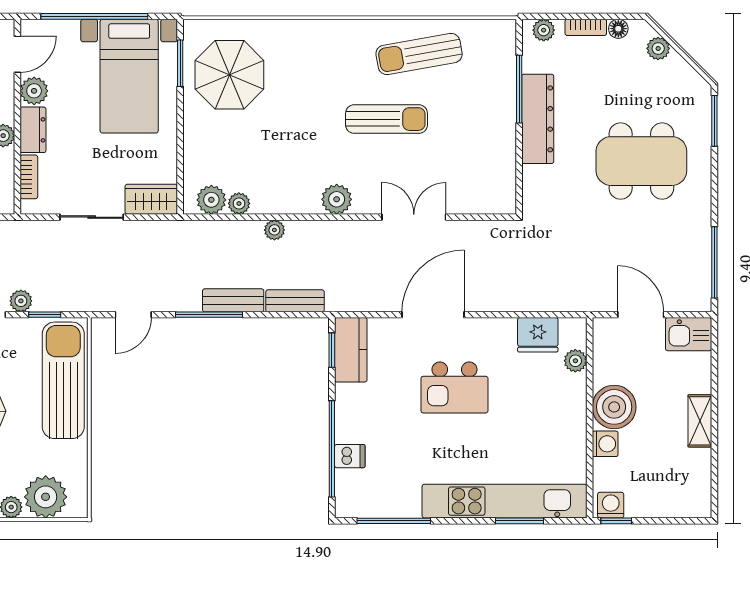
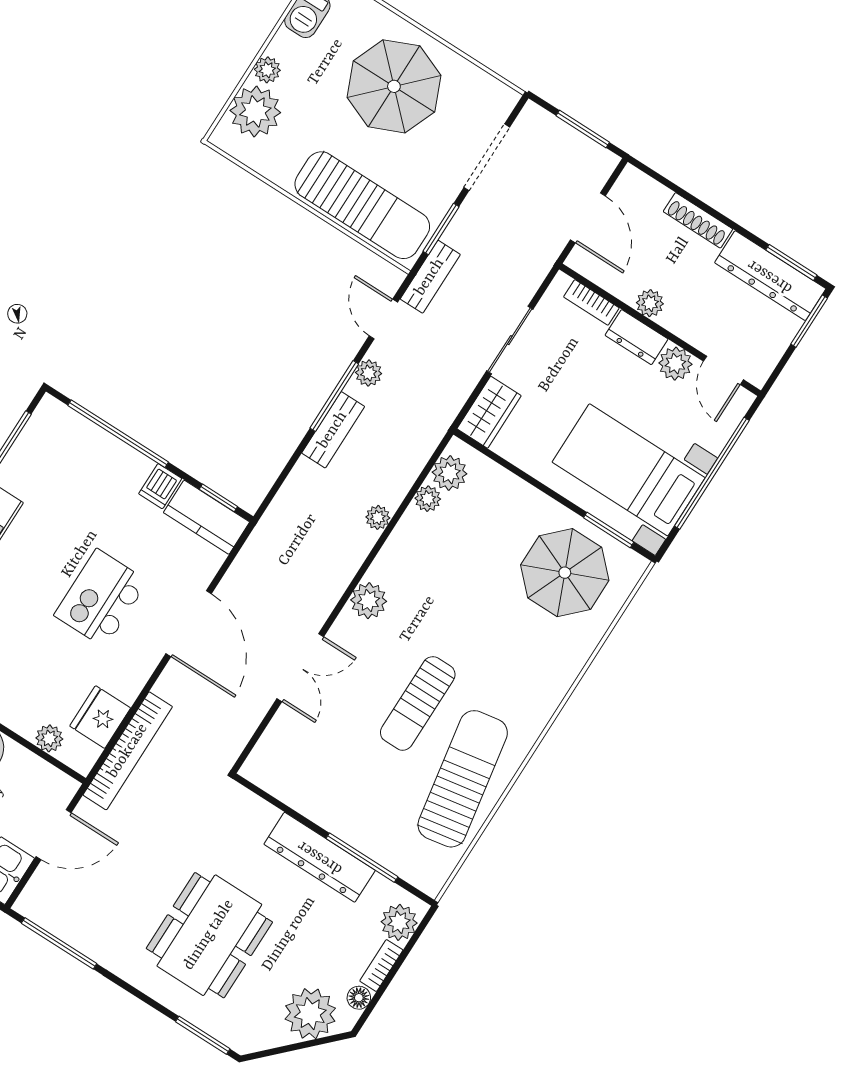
plant: (544, 30) -> (399, 922), width x1.38, depth x1.38
plant: (658, 48) -> (310, 1014), width x1.88, depth x1.88
sun lounger: (419, 54) -> (463, 779), width x1.36, depth x1.34
bookcase: (549, 300) -> (128, 751), added
plant: (21, 301) -> (369, 373), moved
bench: (295, 301) -> (430, 277), moved
window: (45, 315) -> (441, 229), width x1.50
dishwasher: (350, 456) -> (160, 486), moved

